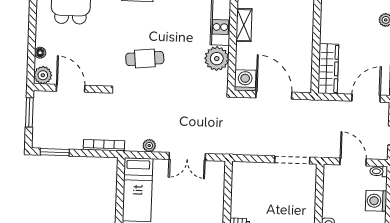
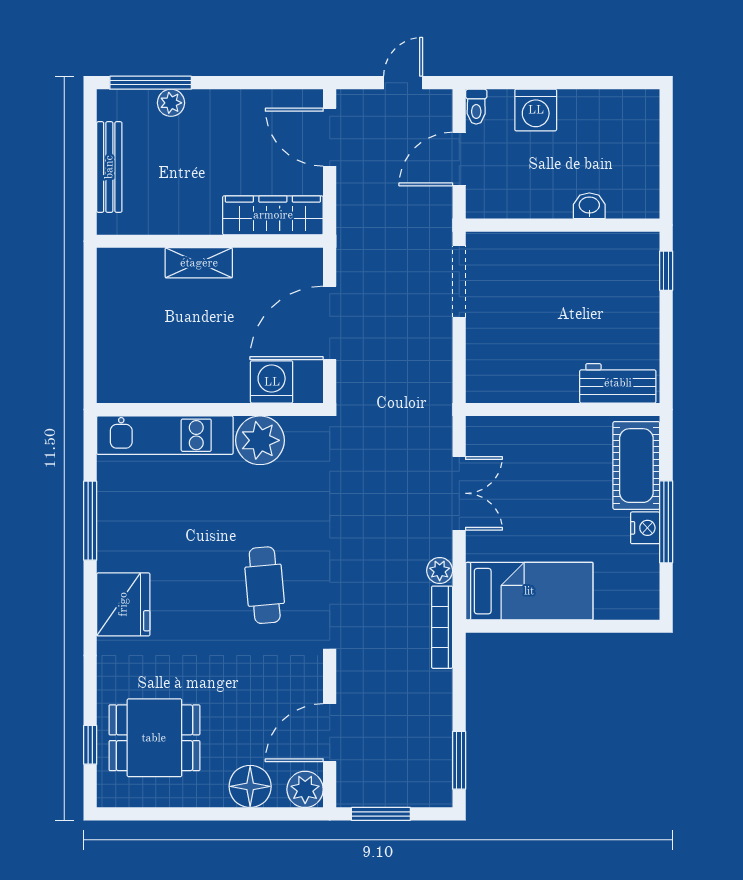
shelving: (244, 25) -> (199, 263), moved
floor lamp: (40, 53) -> (250, 786), width x1.89, depth x1.89
washing machine: (245, 80) -> (272, 382), moved, turned 90
bookcase: (104, 145) -> (442, 627), moved

